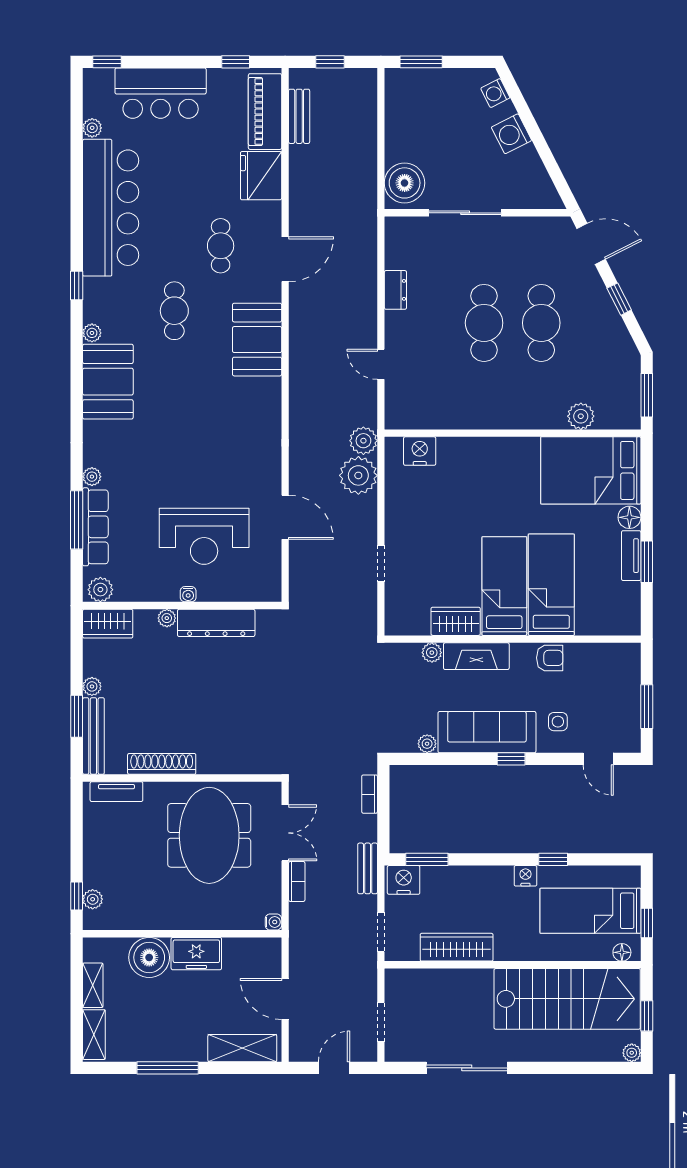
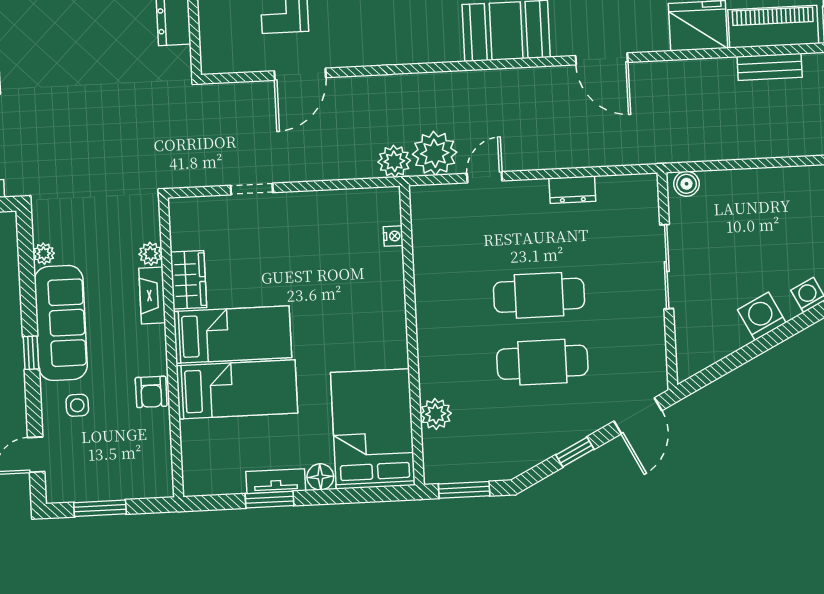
boiler: (405, 183) -> (687, 184), width x0.54, depth x0.54
nightstand: (420, 451) -> (393, 236), width x0.53, depth x0.56
plant: (358, 475) -> (435, 153), moved
fireplace: (476, 656) -> (152, 296), width x0.73, depth x0.76

